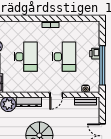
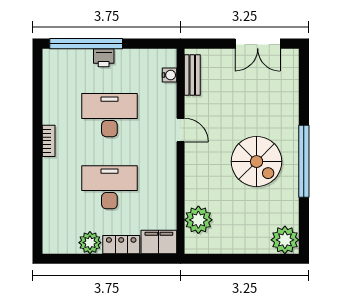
window: (102, 65) -> (86, 44), moved
dresser: (29, 102) -> (194, 181), removed

